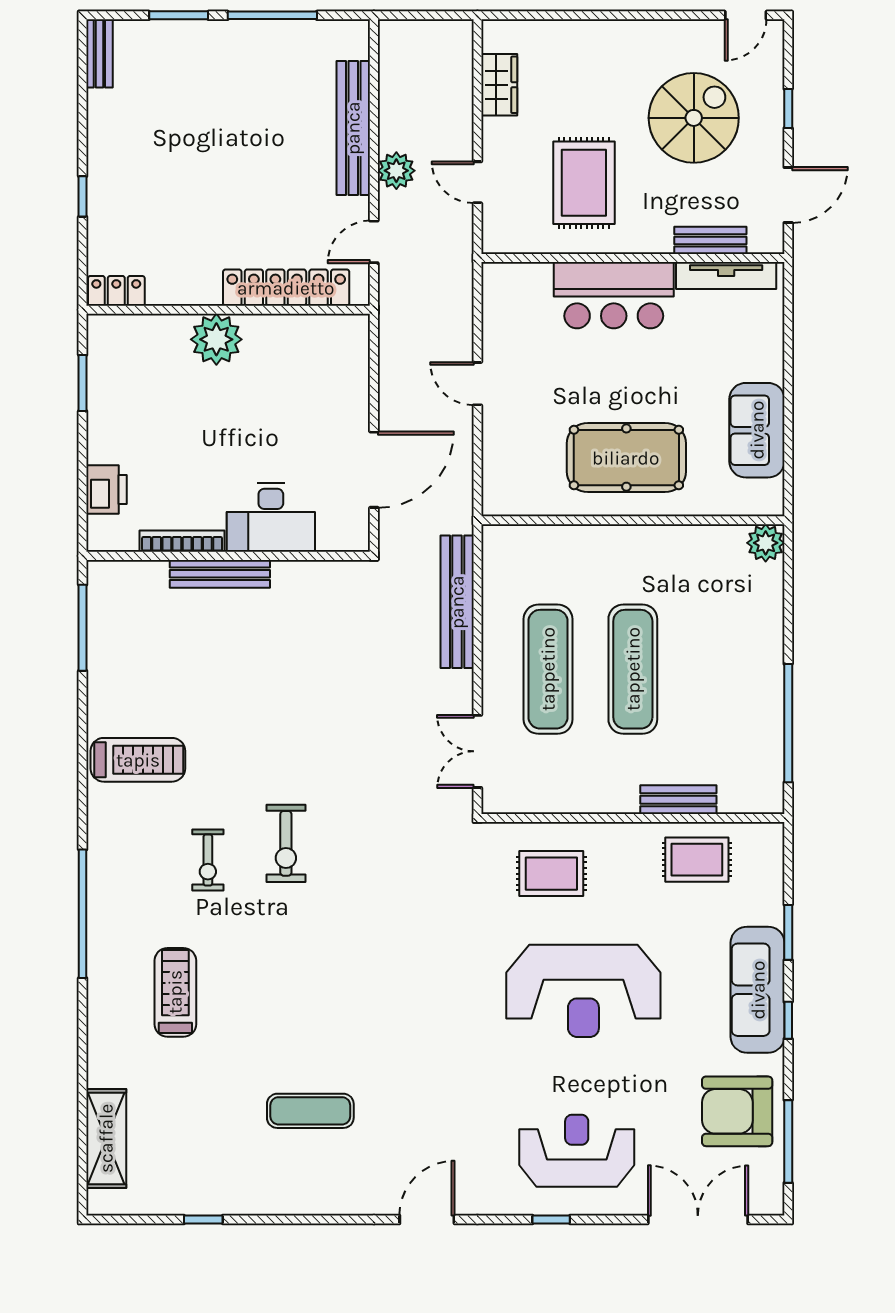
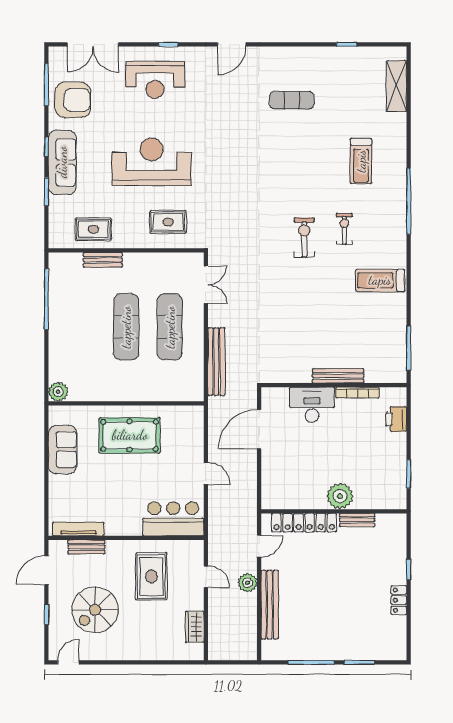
bench: (99, 53) -> (357, 520), moved, turned 90
locker: (116, 291) -> (399, 600), moved, turned 90
bar counter: (614, 295) -> (173, 519), moved

